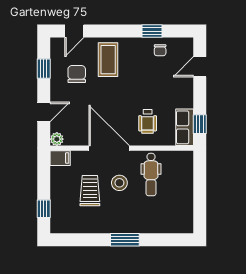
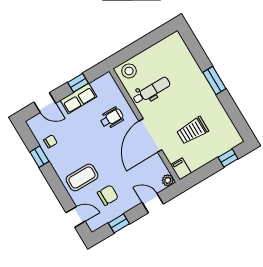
chair: (77, 74) -> (108, 195), turned 180
window: (200, 124) -> (78, 83), moved
row of seats: (185, 127) -> (79, 99), moved
stool: (119, 183) -> (129, 71), moved

